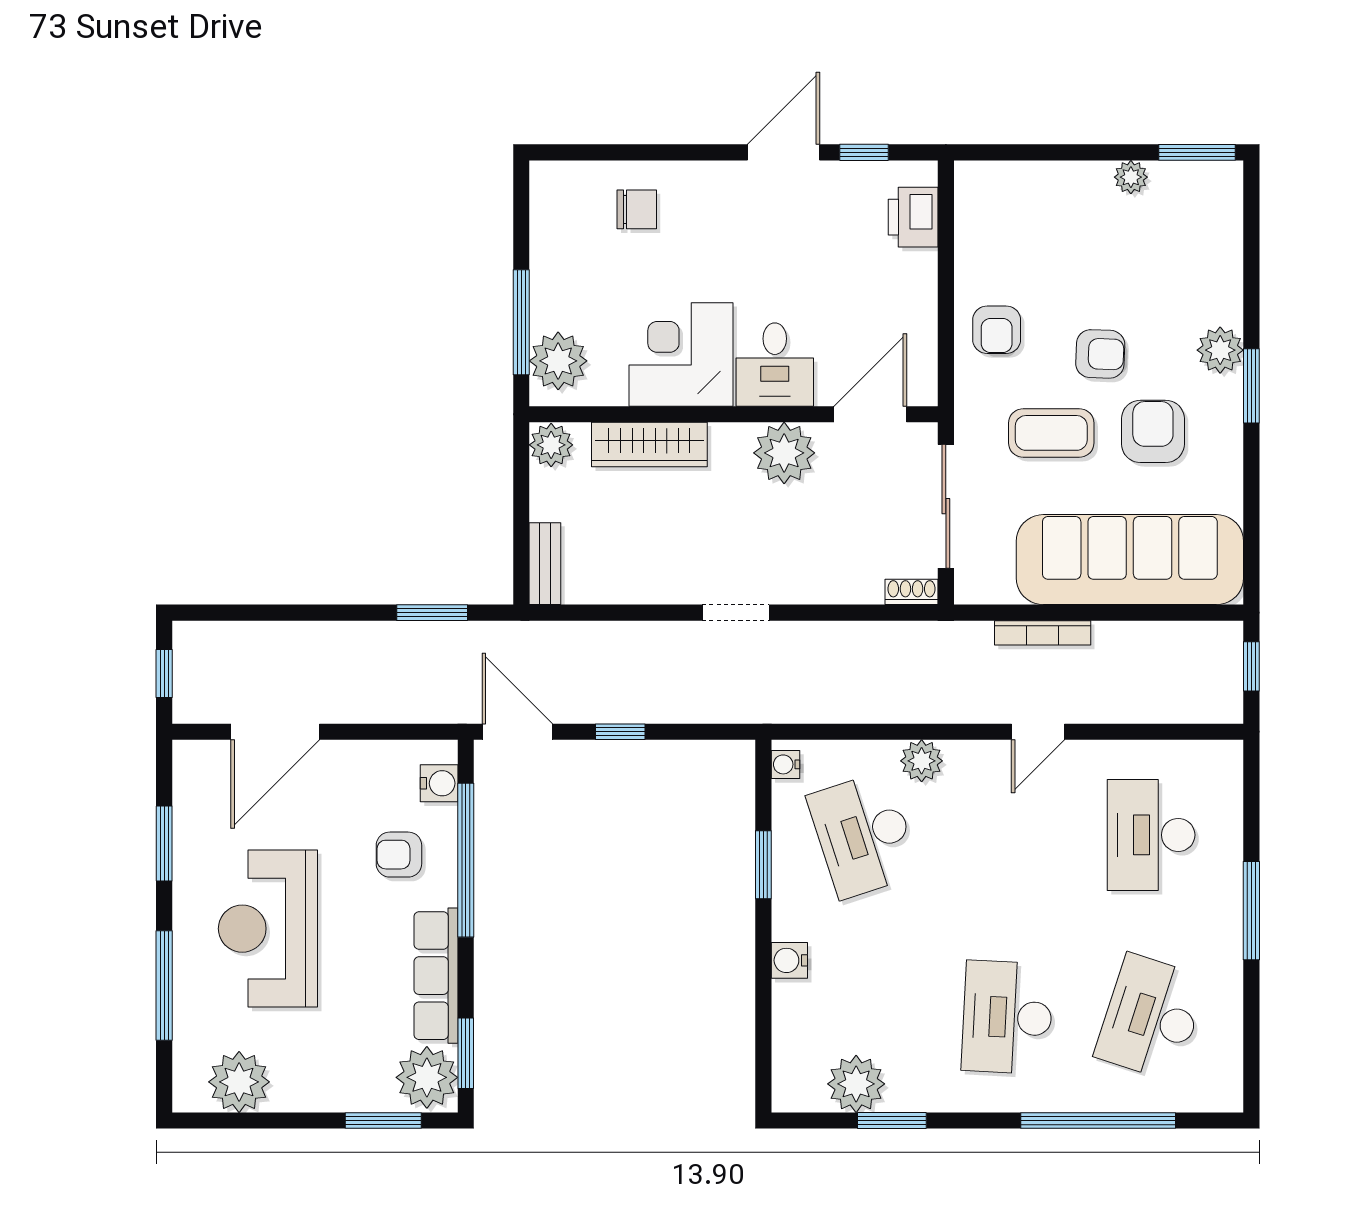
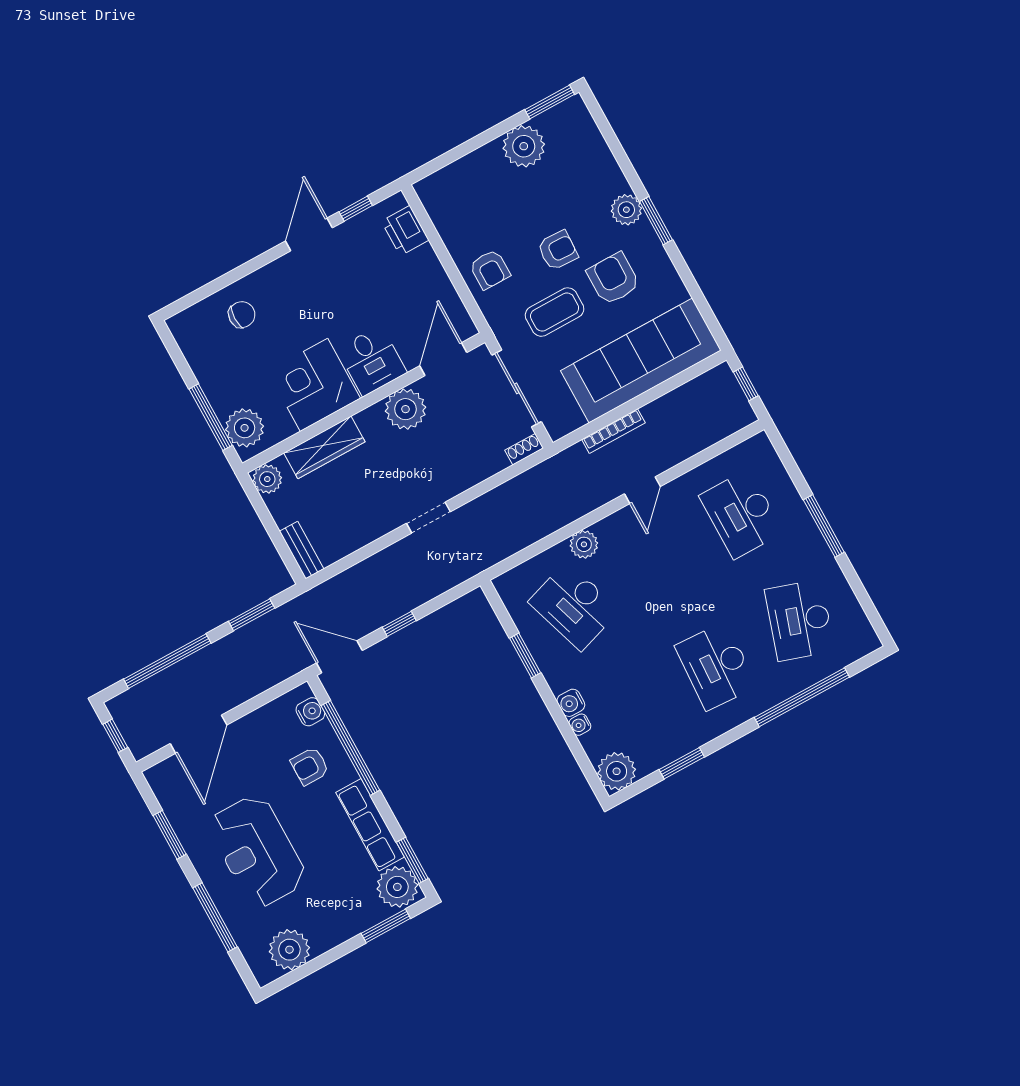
plant: (1131, 177) -> (524, 146), width x1.88, depth x1.88
window: (287, 613) -> (167, 661), added
water cooler: (785, 764) -> (580, 725), moved
plant: (856, 1084) -> (617, 771), moved

